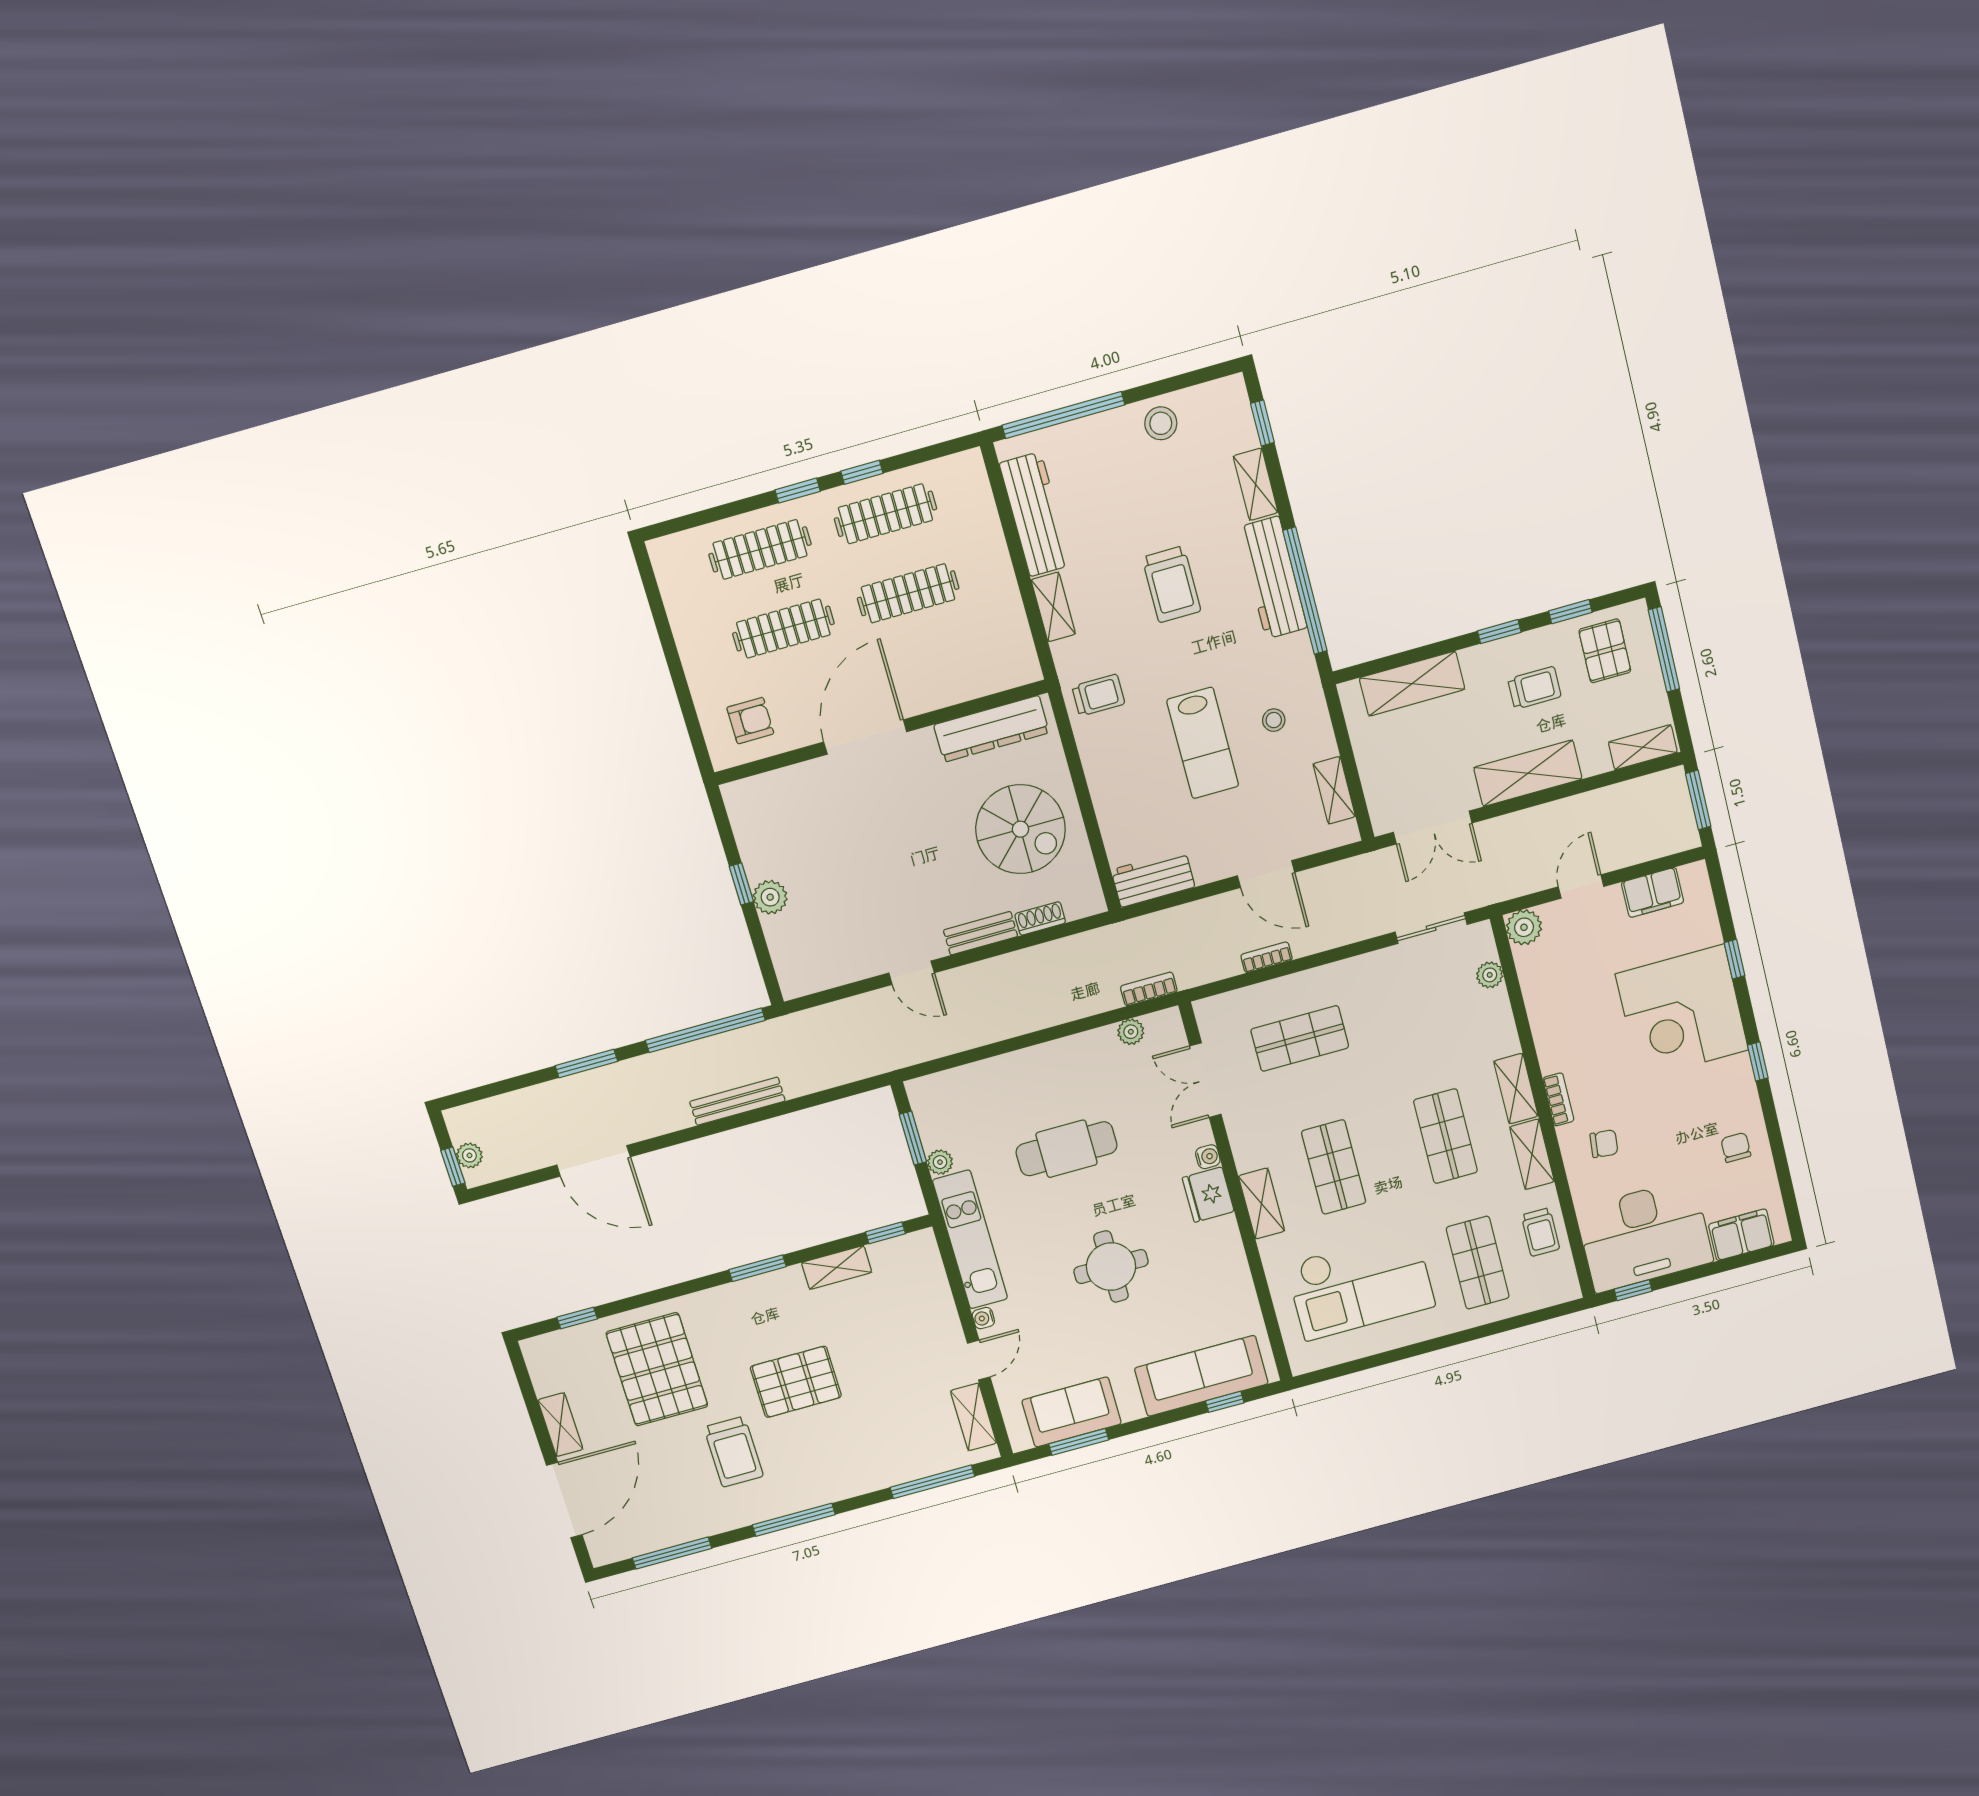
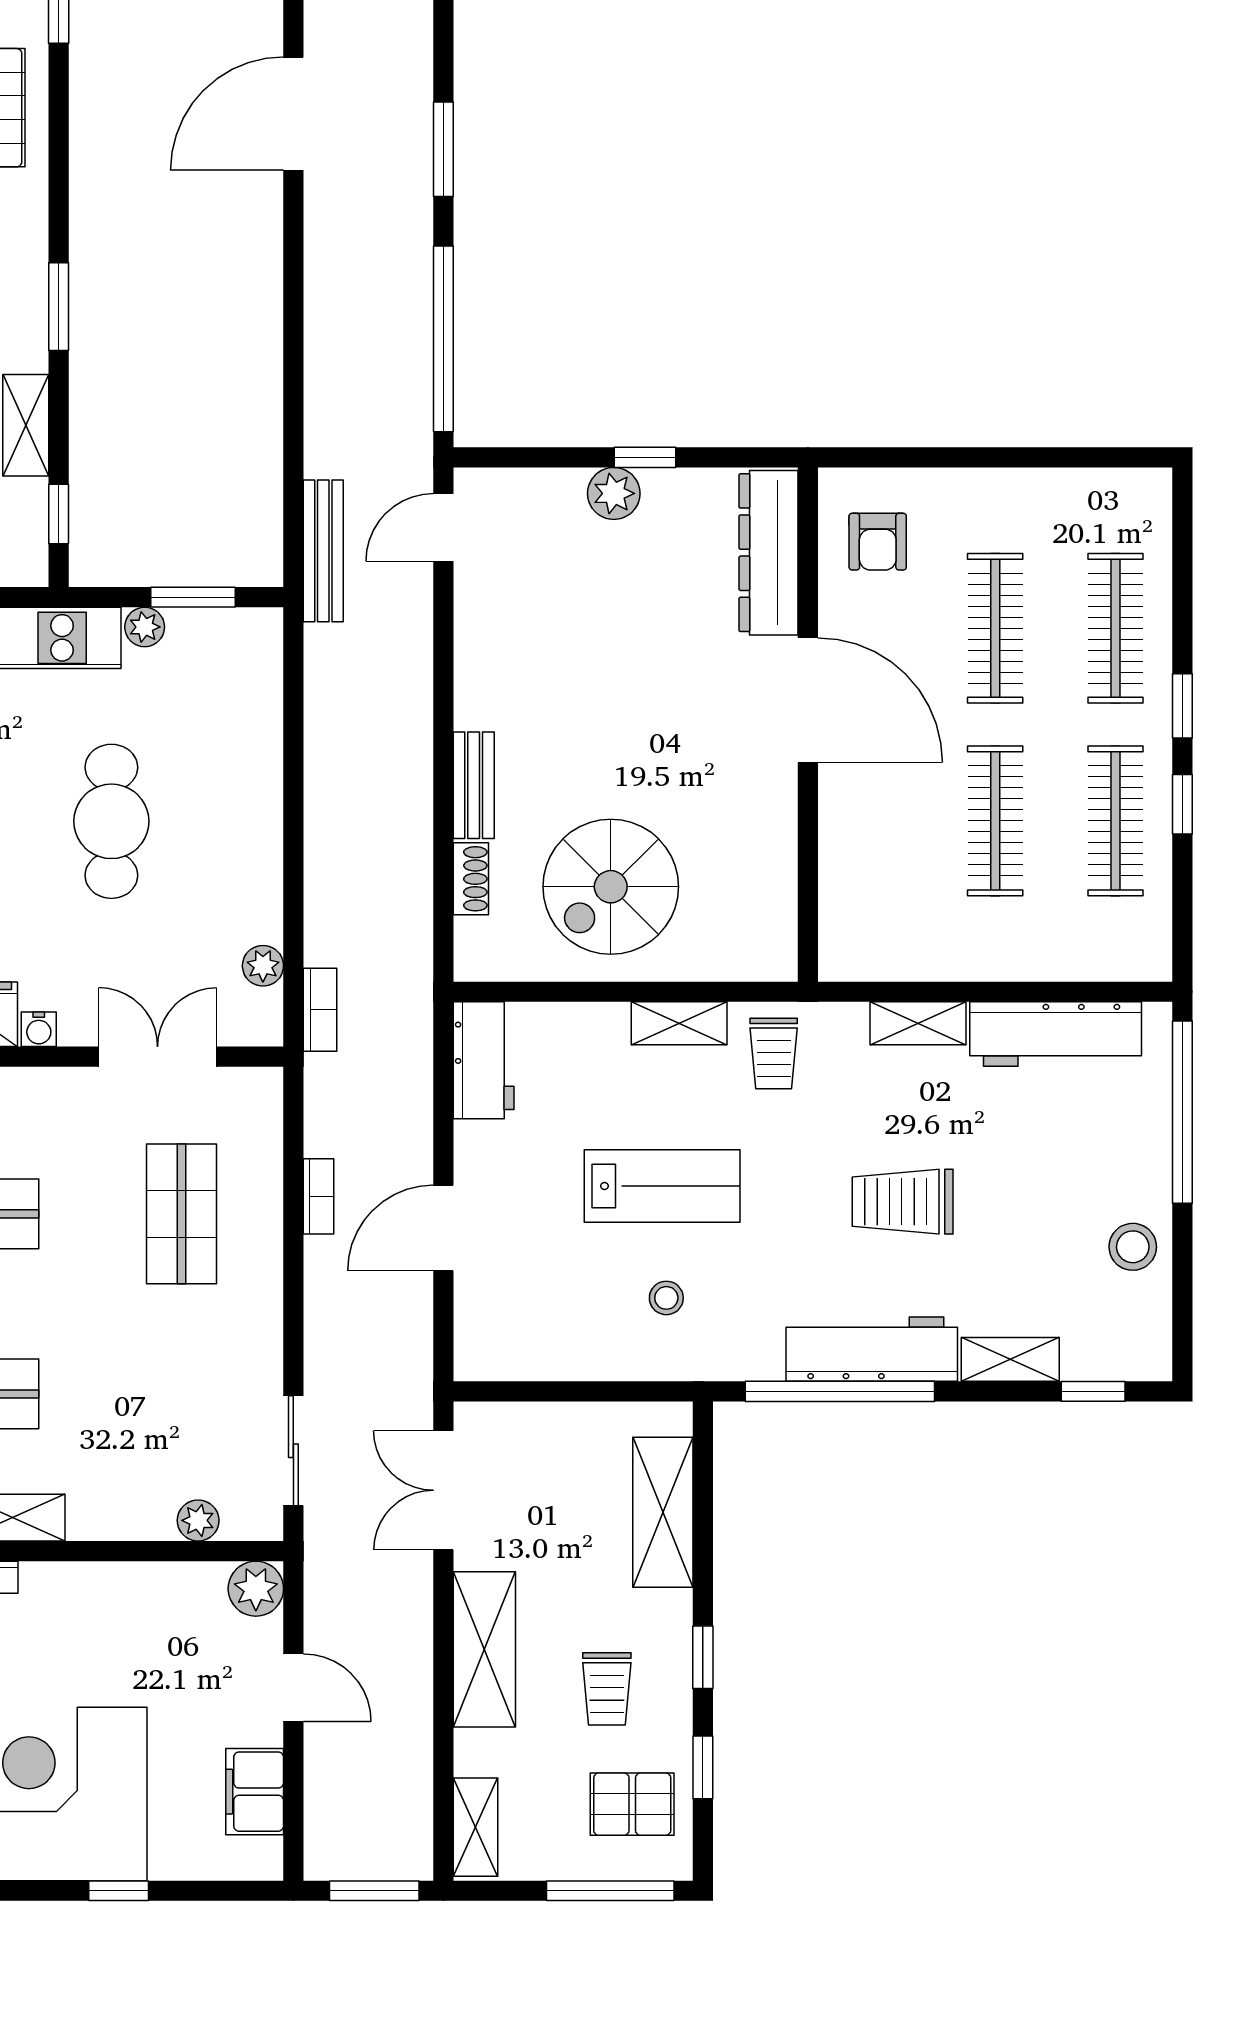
dresser: (991, 729) -> (768, 553), moved
lab bench: (1203, 743) -> (662, 1186), turned 180
shelving: (1334, 790) -> (679, 1023), moved
door: (912, 973) -> (443, 527), moved
bench: (737, 1101) -> (323, 551), moved

